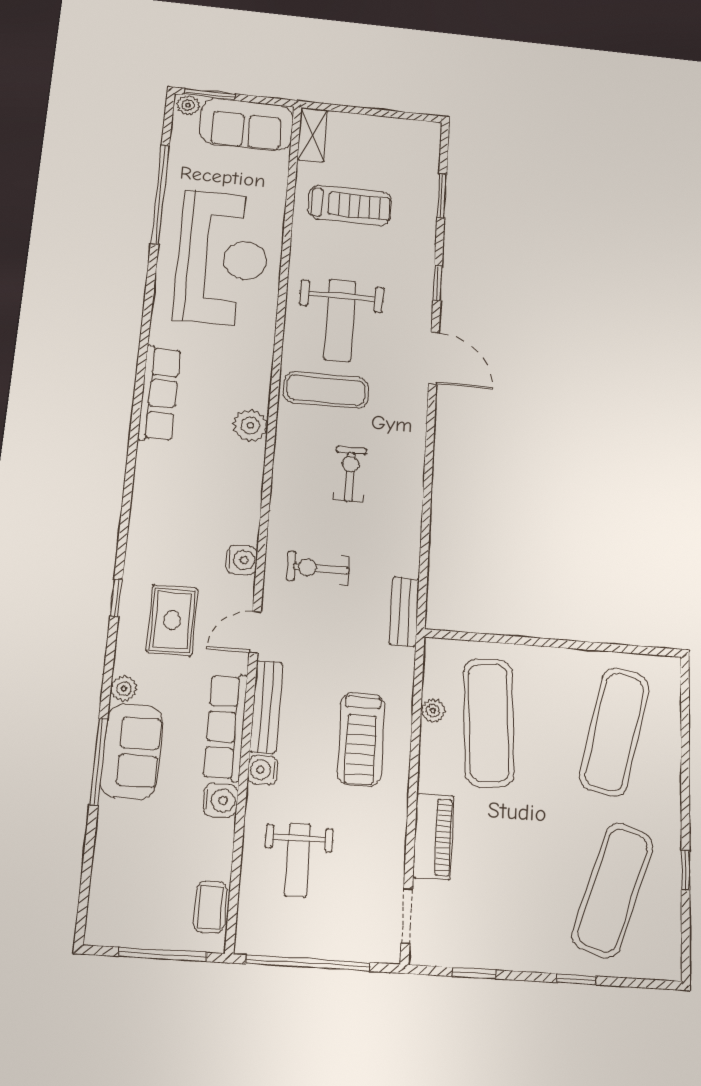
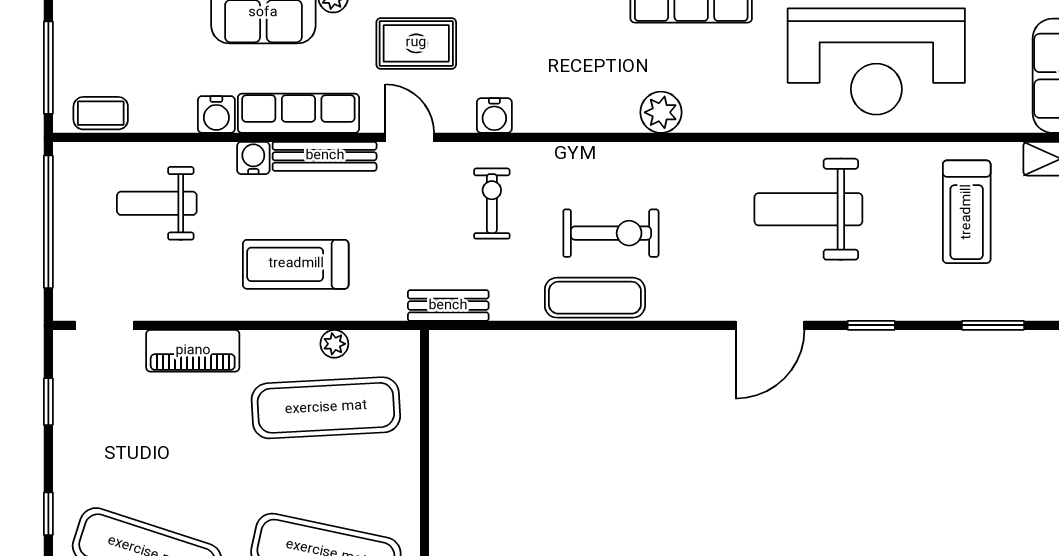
exercise mat: (326, 390) -> (595, 298), moved, turned 90
exercise bike: (350, 474) -> (611, 233), width x1.38, depth x1.39

